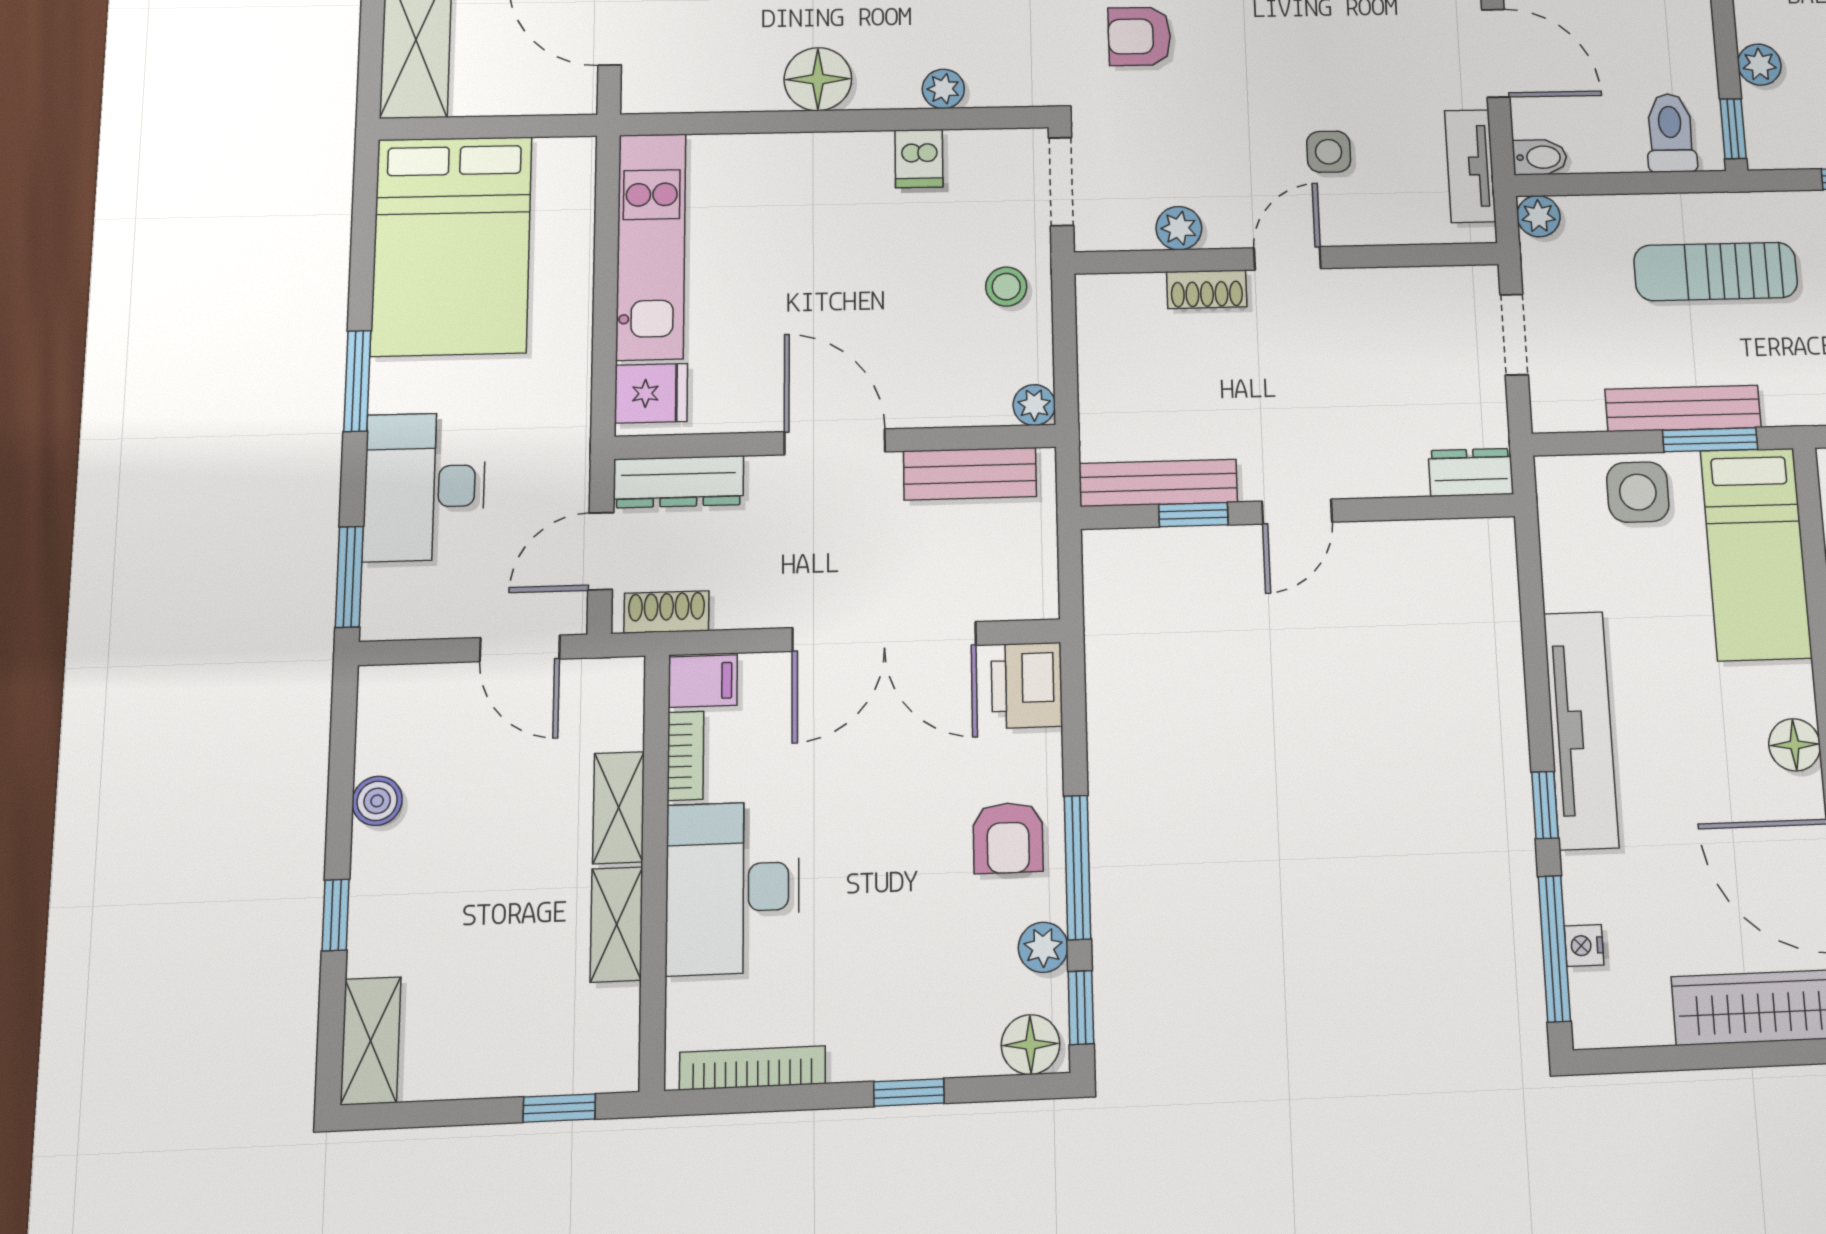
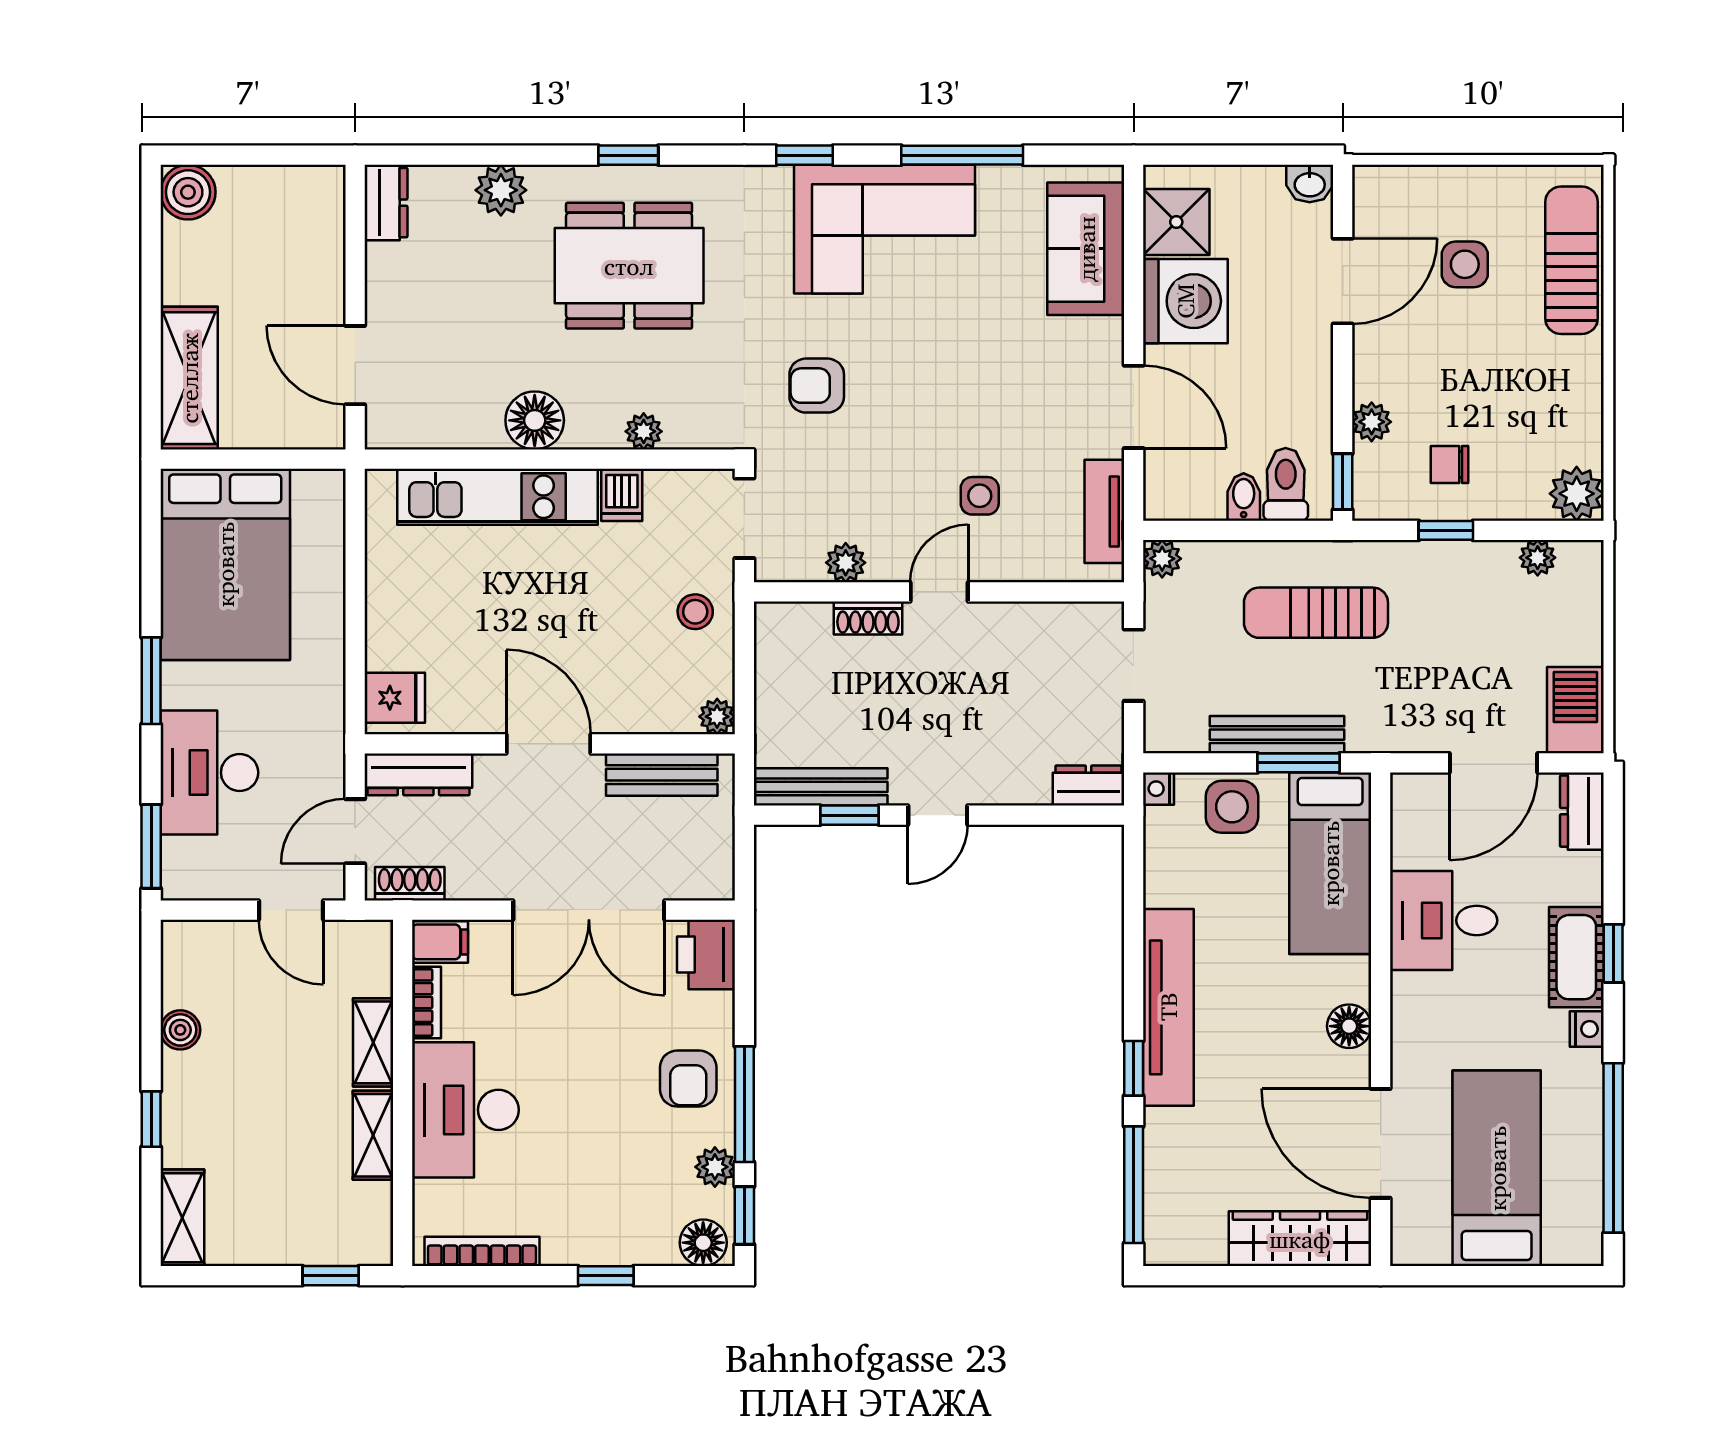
bidet: (1540, 157) -> (1244, 497), moved, turned -90
kitchen unit: (651, 246) -> (498, 497), moved, turned 90
nightstand: (1584, 946) -> (1159, 789), moved

